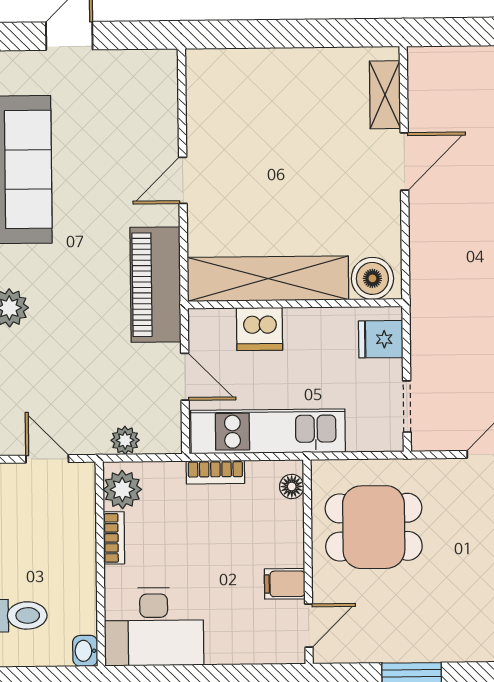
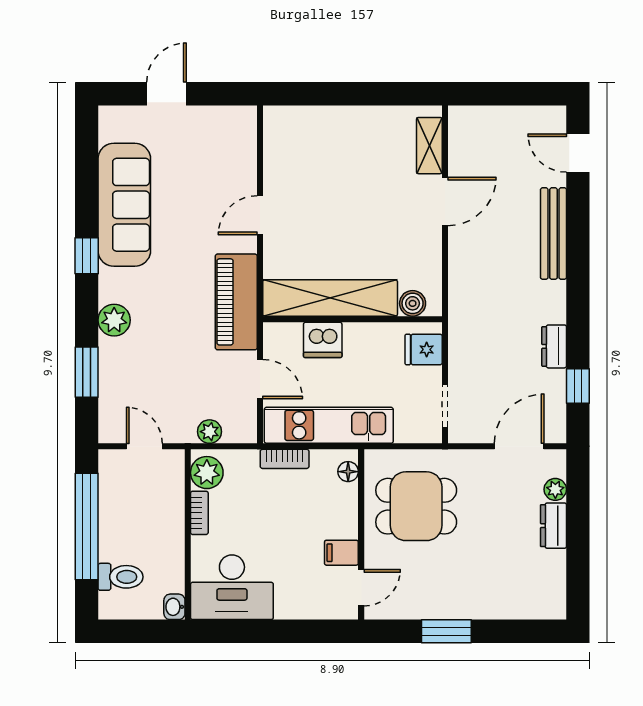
boiler: (372, 278) -> (413, 303), width x0.73, depth x0.73

